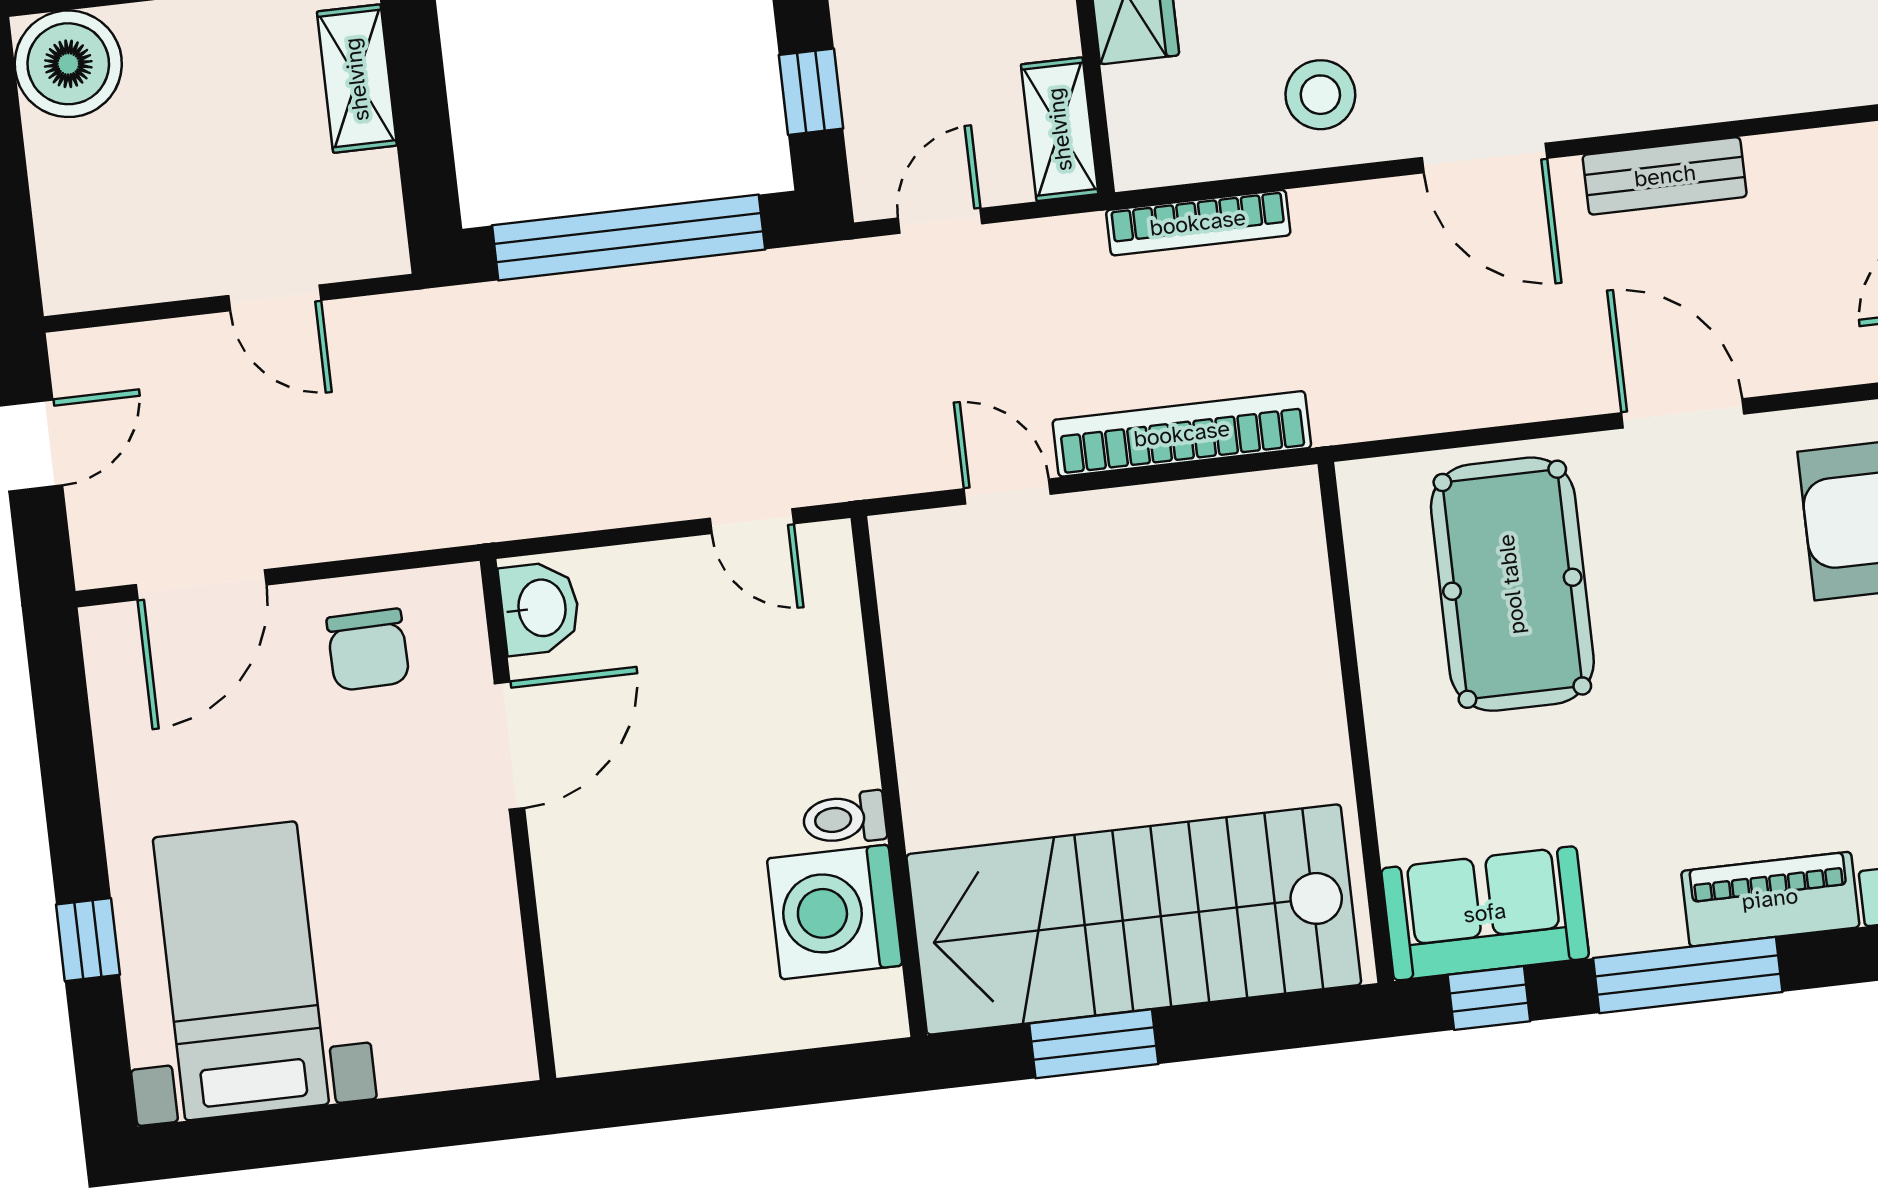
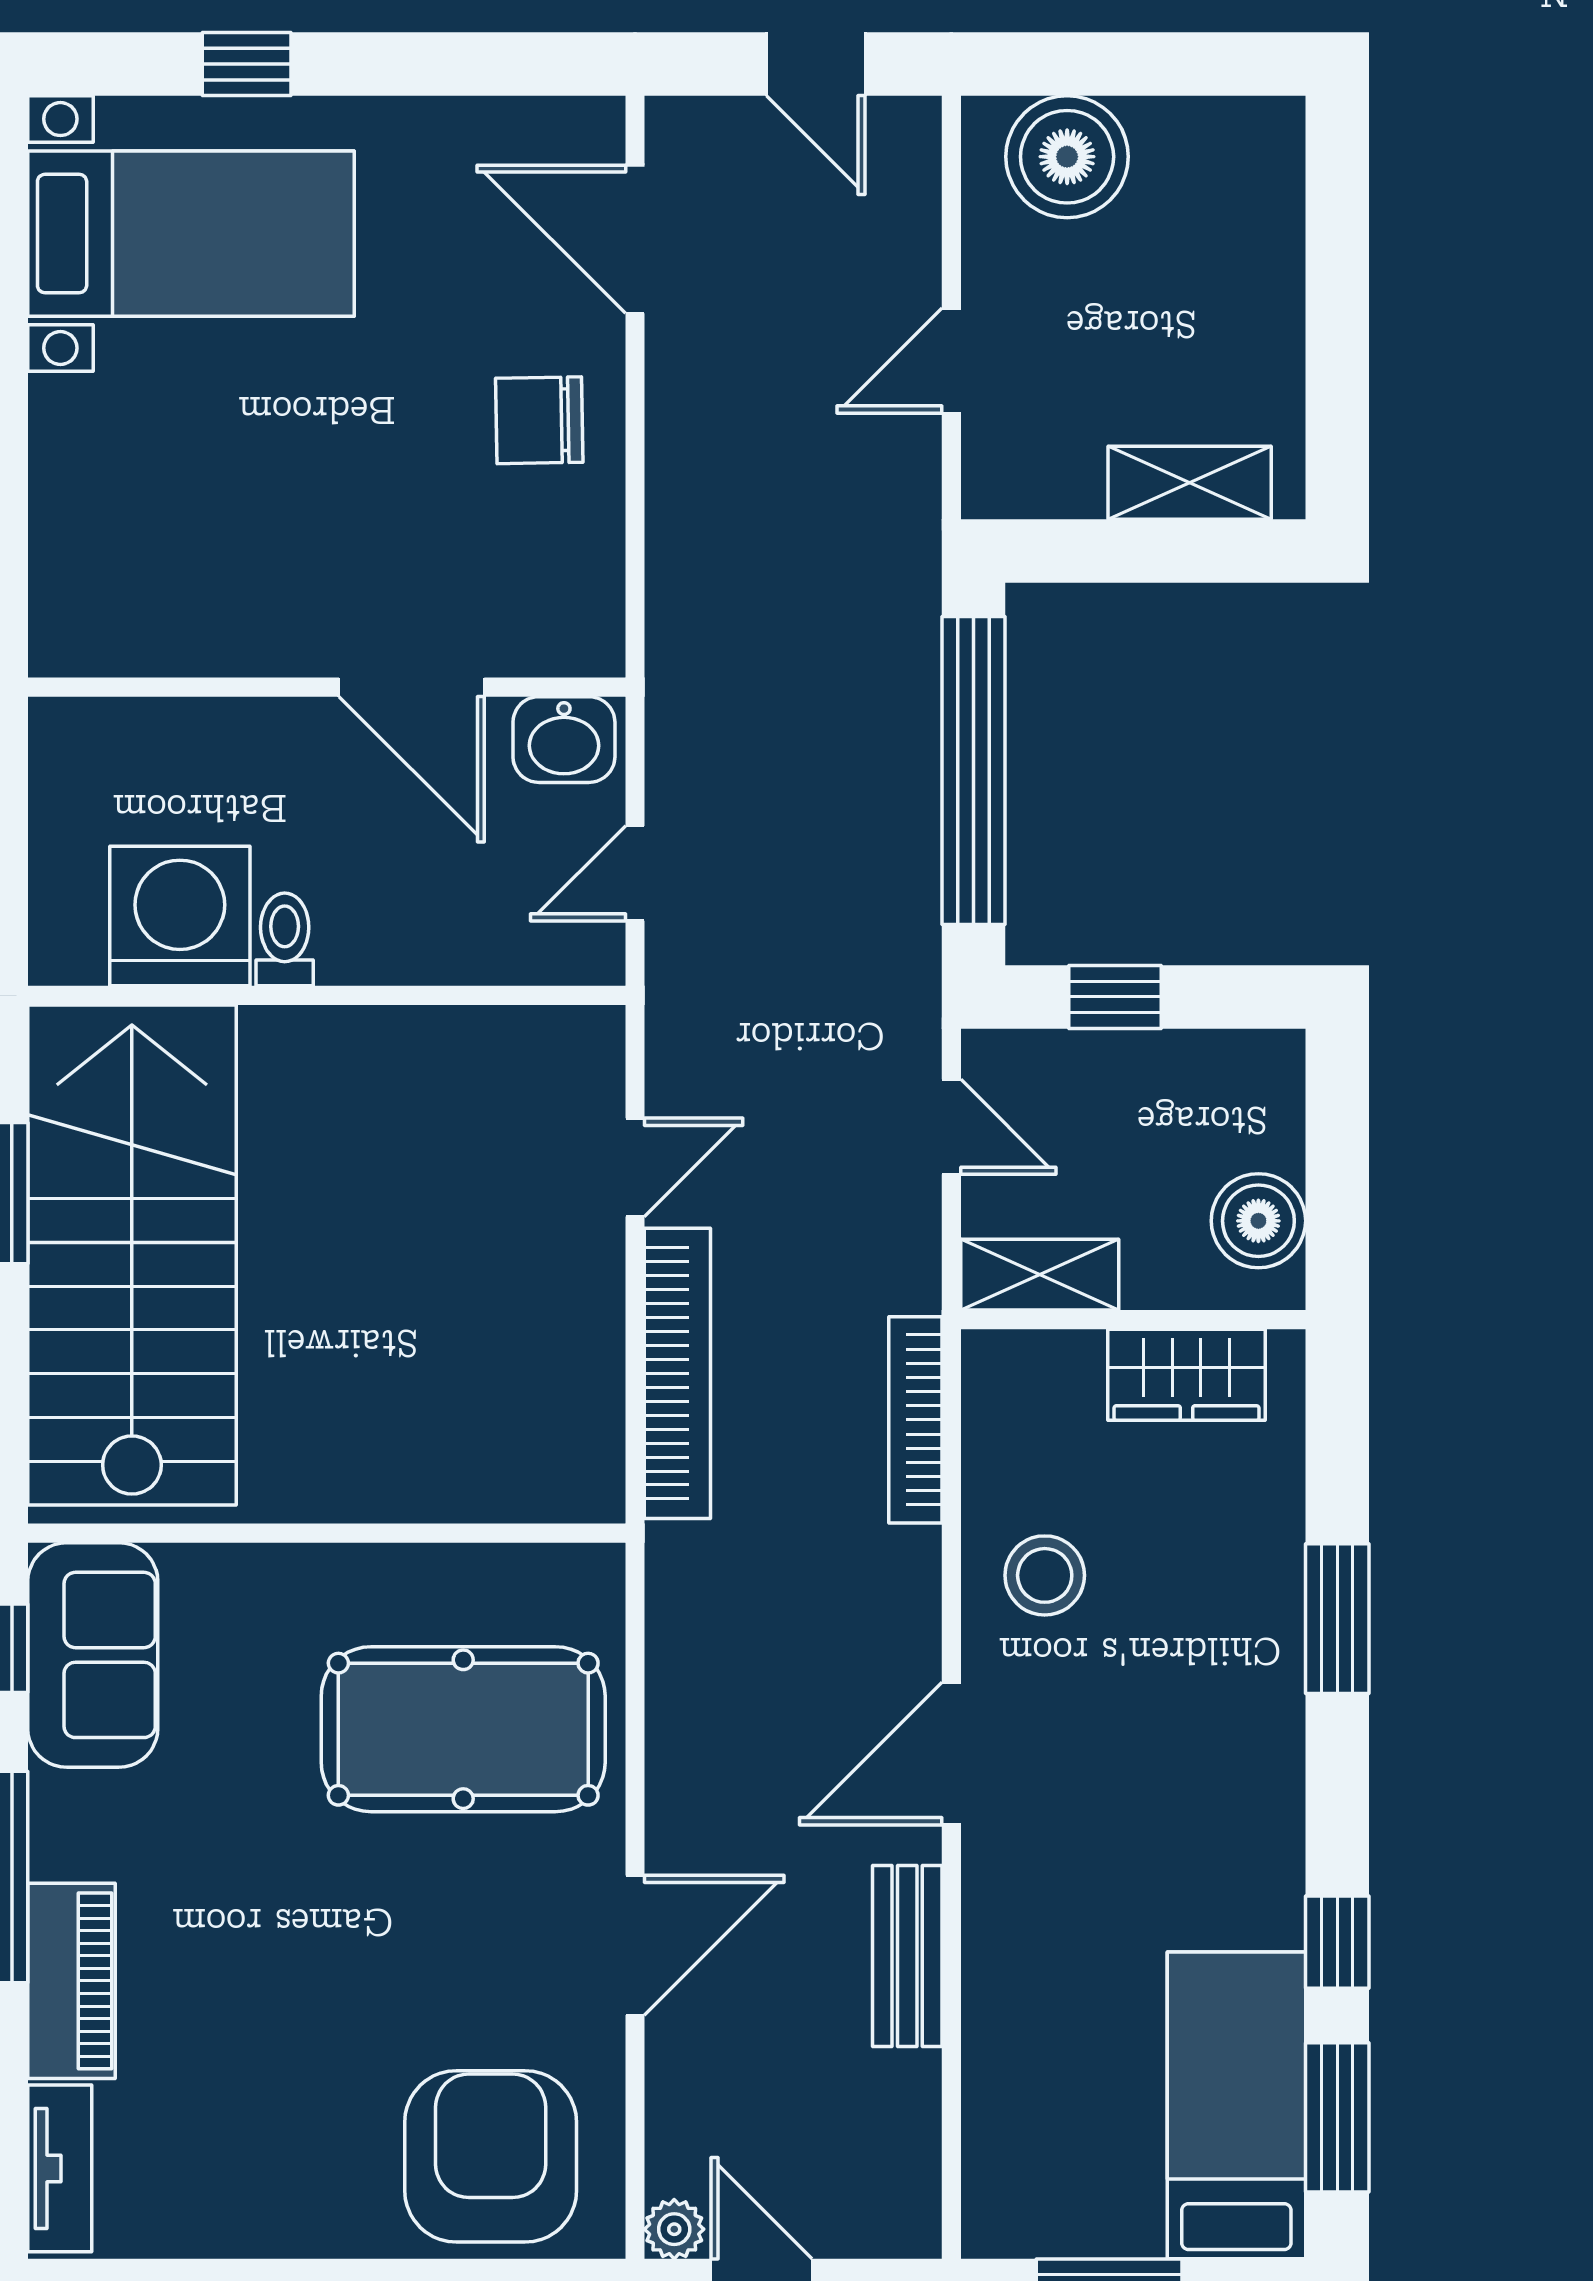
boiler: (68, 64) -> (1067, 157), moved
washbasin: (540, 608) -> (564, 740), moved
door: (509, 746) -> (412, 687), moved
wall: (518, 819) -> (327, 687), moved

